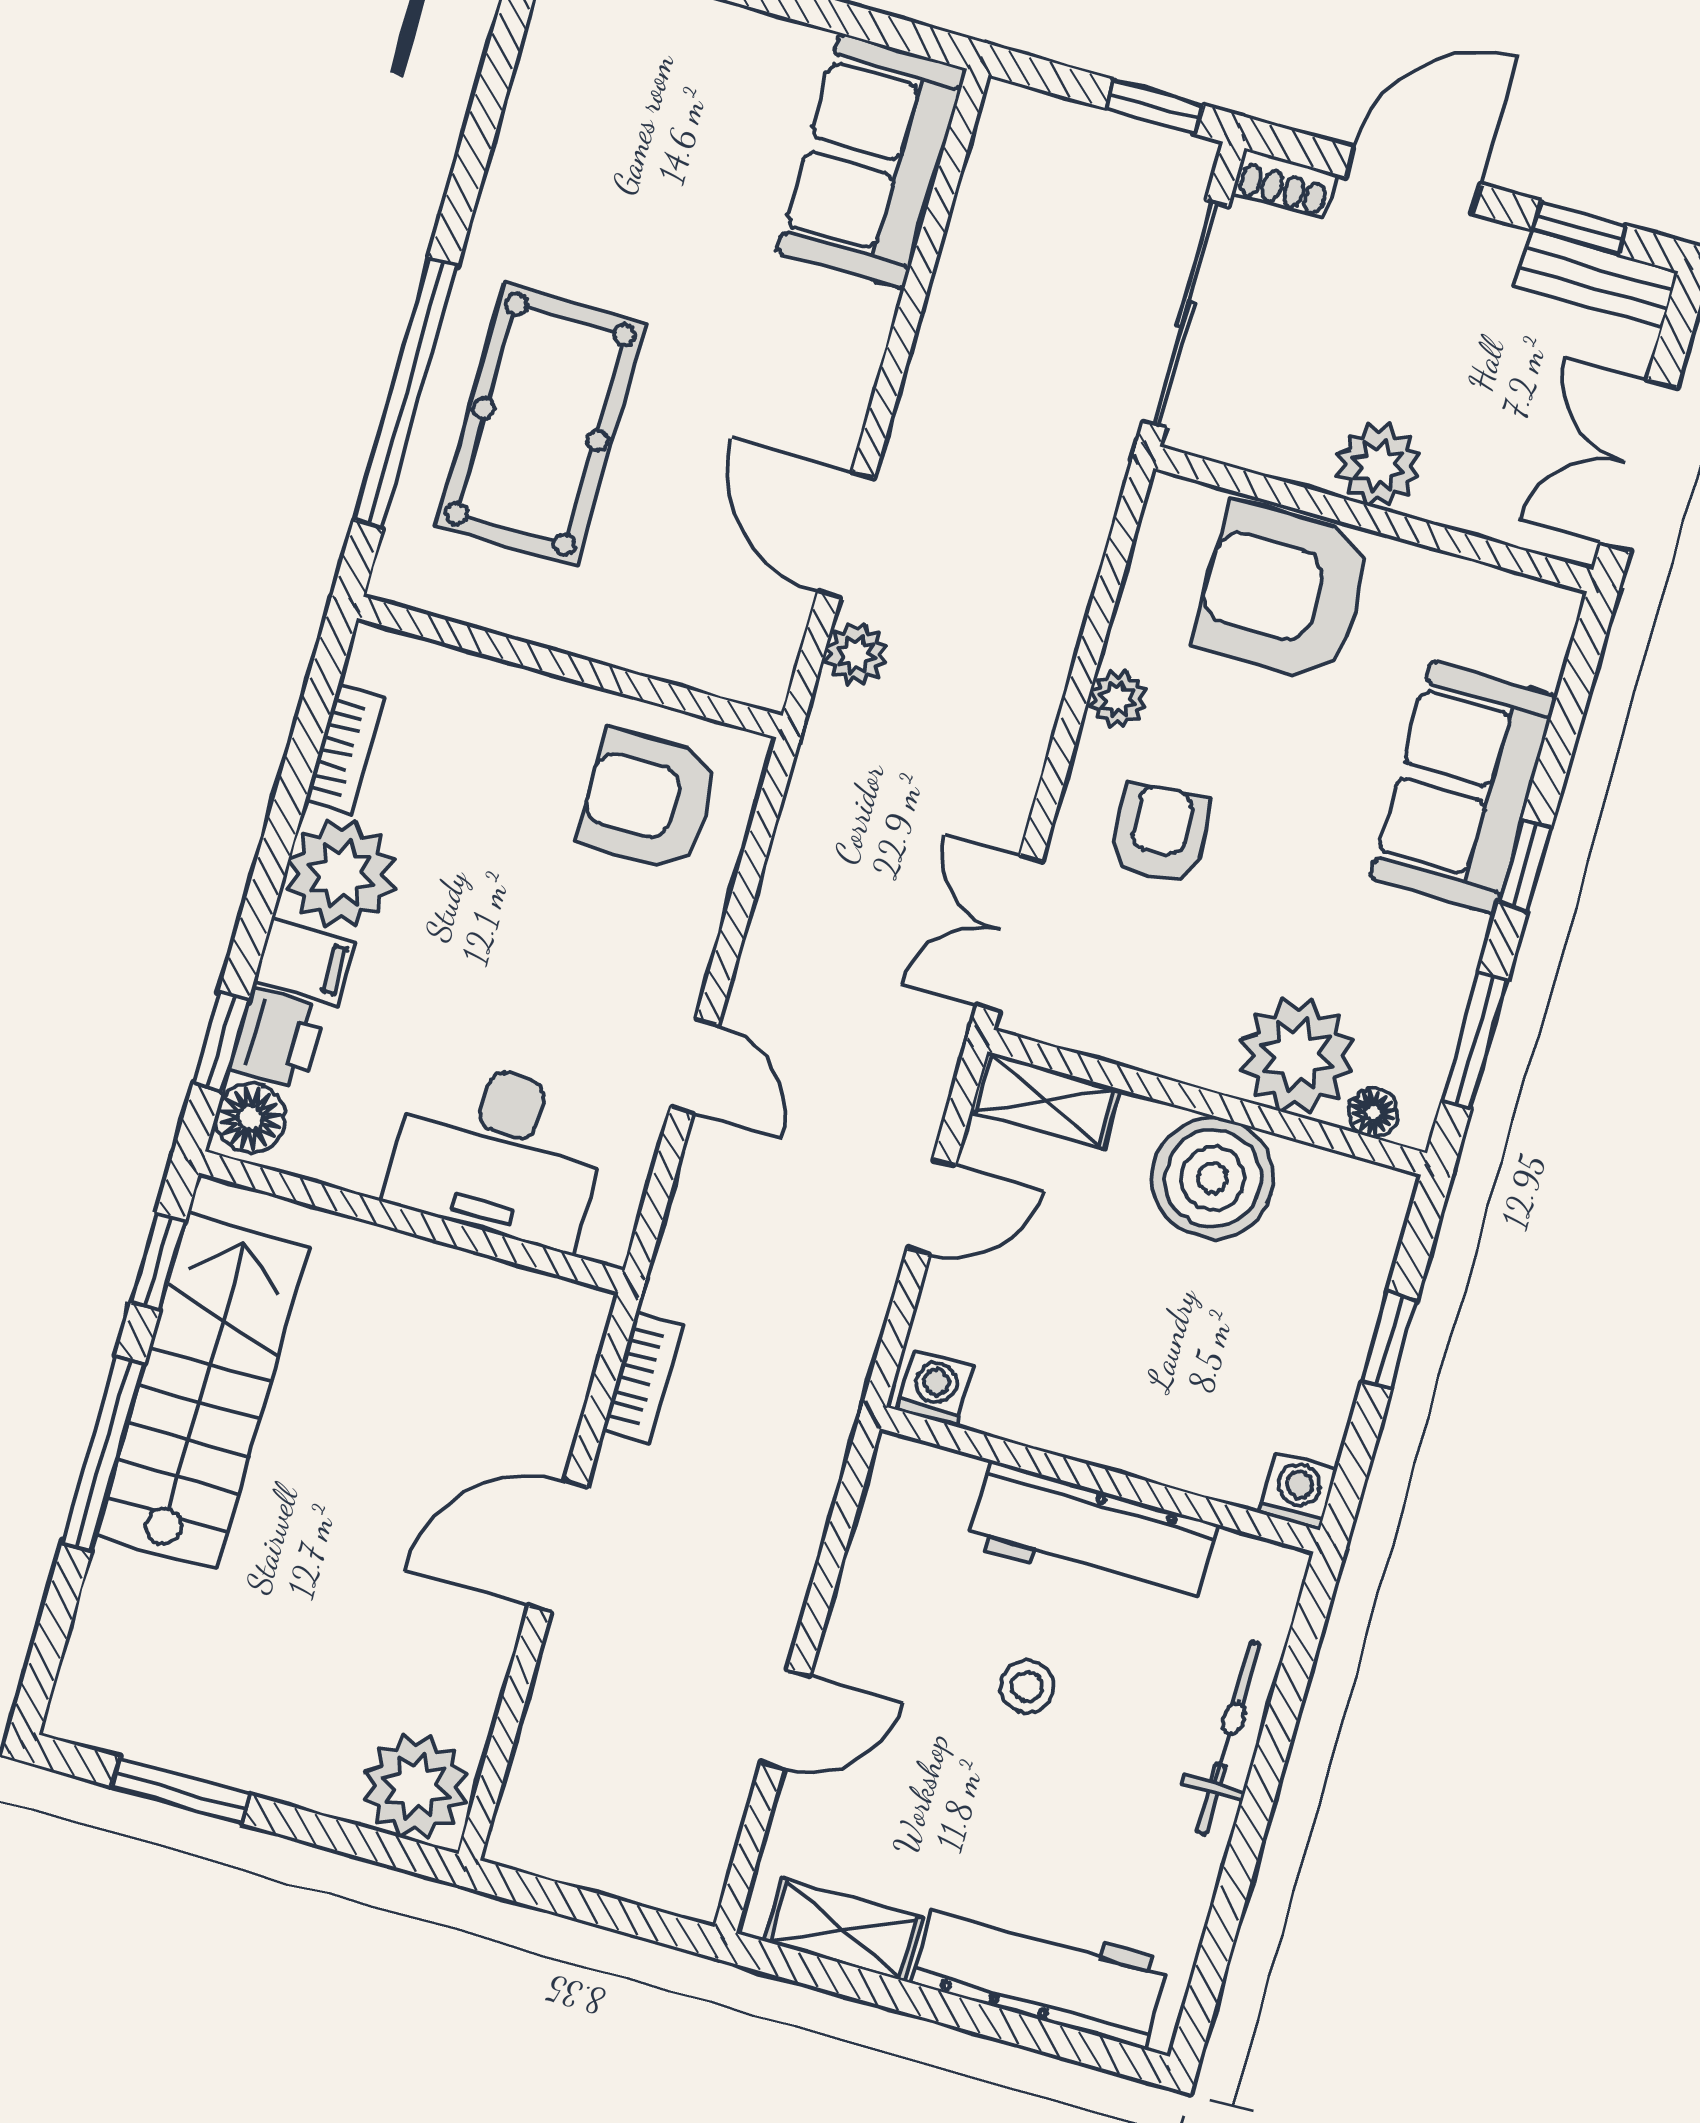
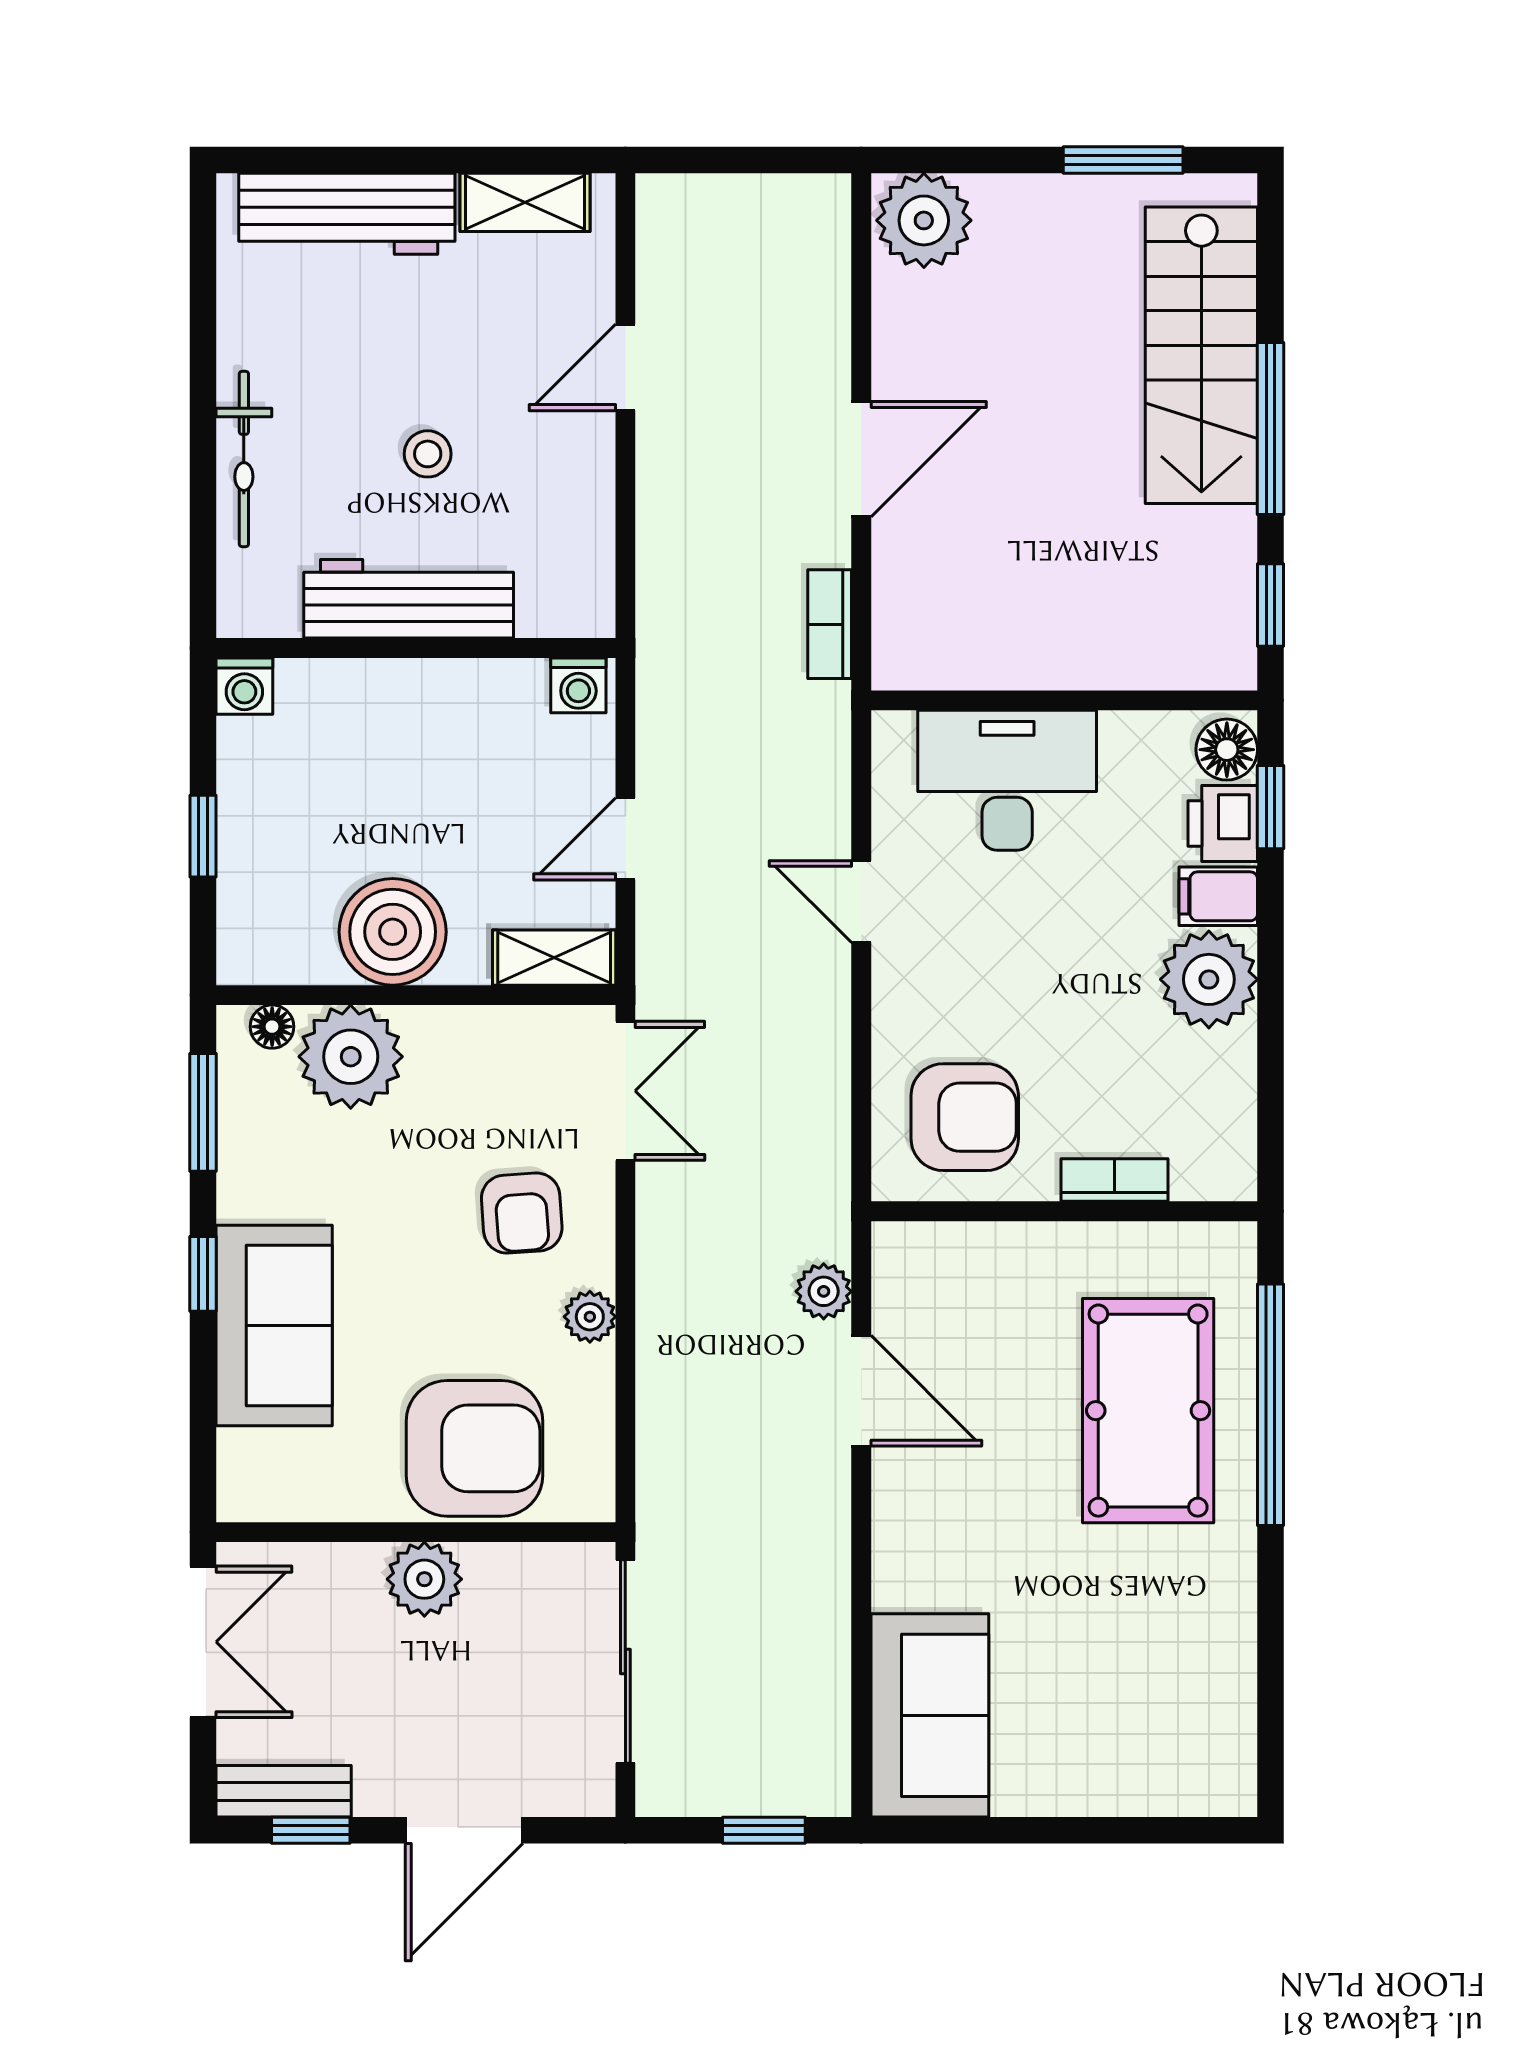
window: (1155, 107) -> (764, 1830), moved
shoe rack: (1284, 183) -> (573, 1796), removed
bookcase: (345, 749) -> (1114, 1180), moved, turned 90
stairs: (202, 1391) -> (1201, 355), moved

